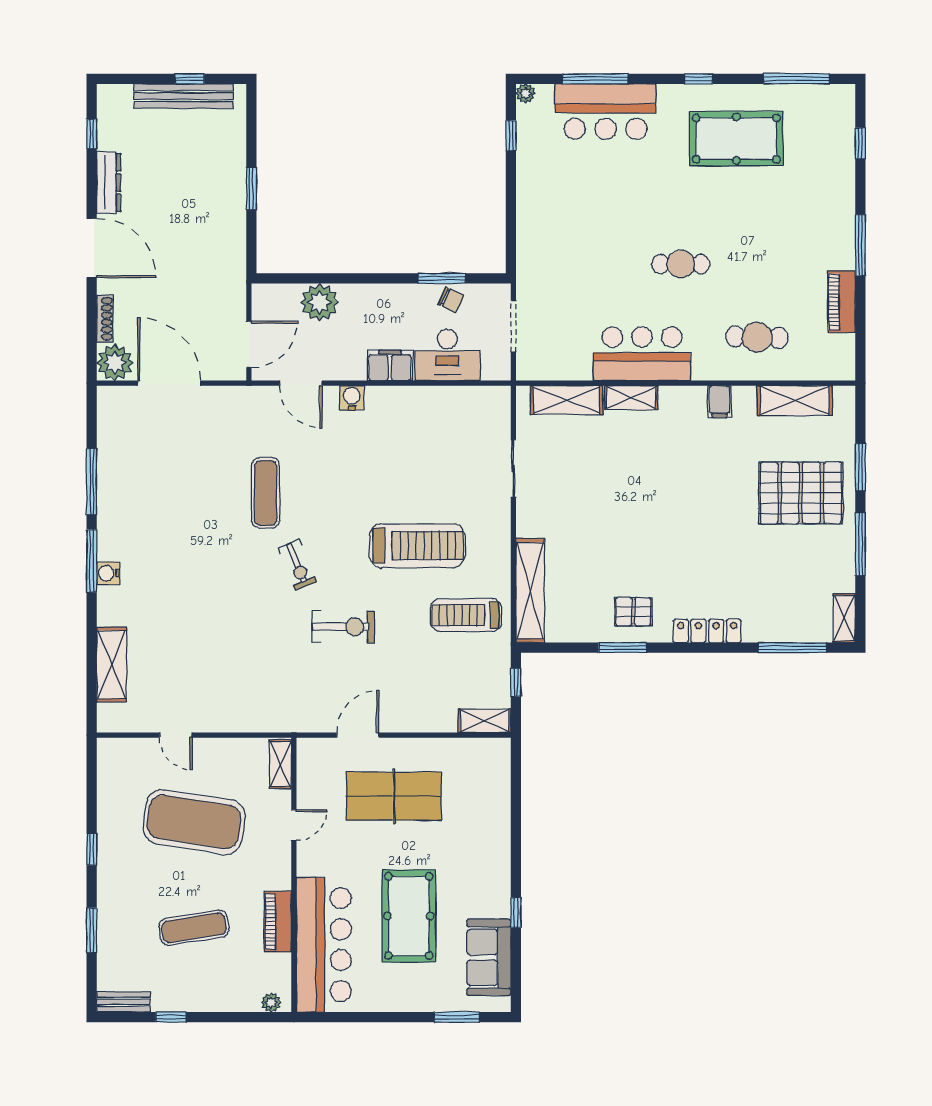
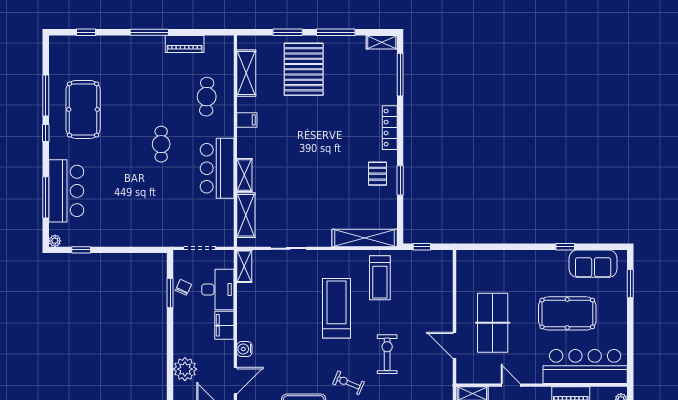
window: (796, 79) -> (46, 95), moved
exercise bike: (297, 565) -> (348, 383), turned -135
shelving: (485, 721) -> (244, 266), moved

